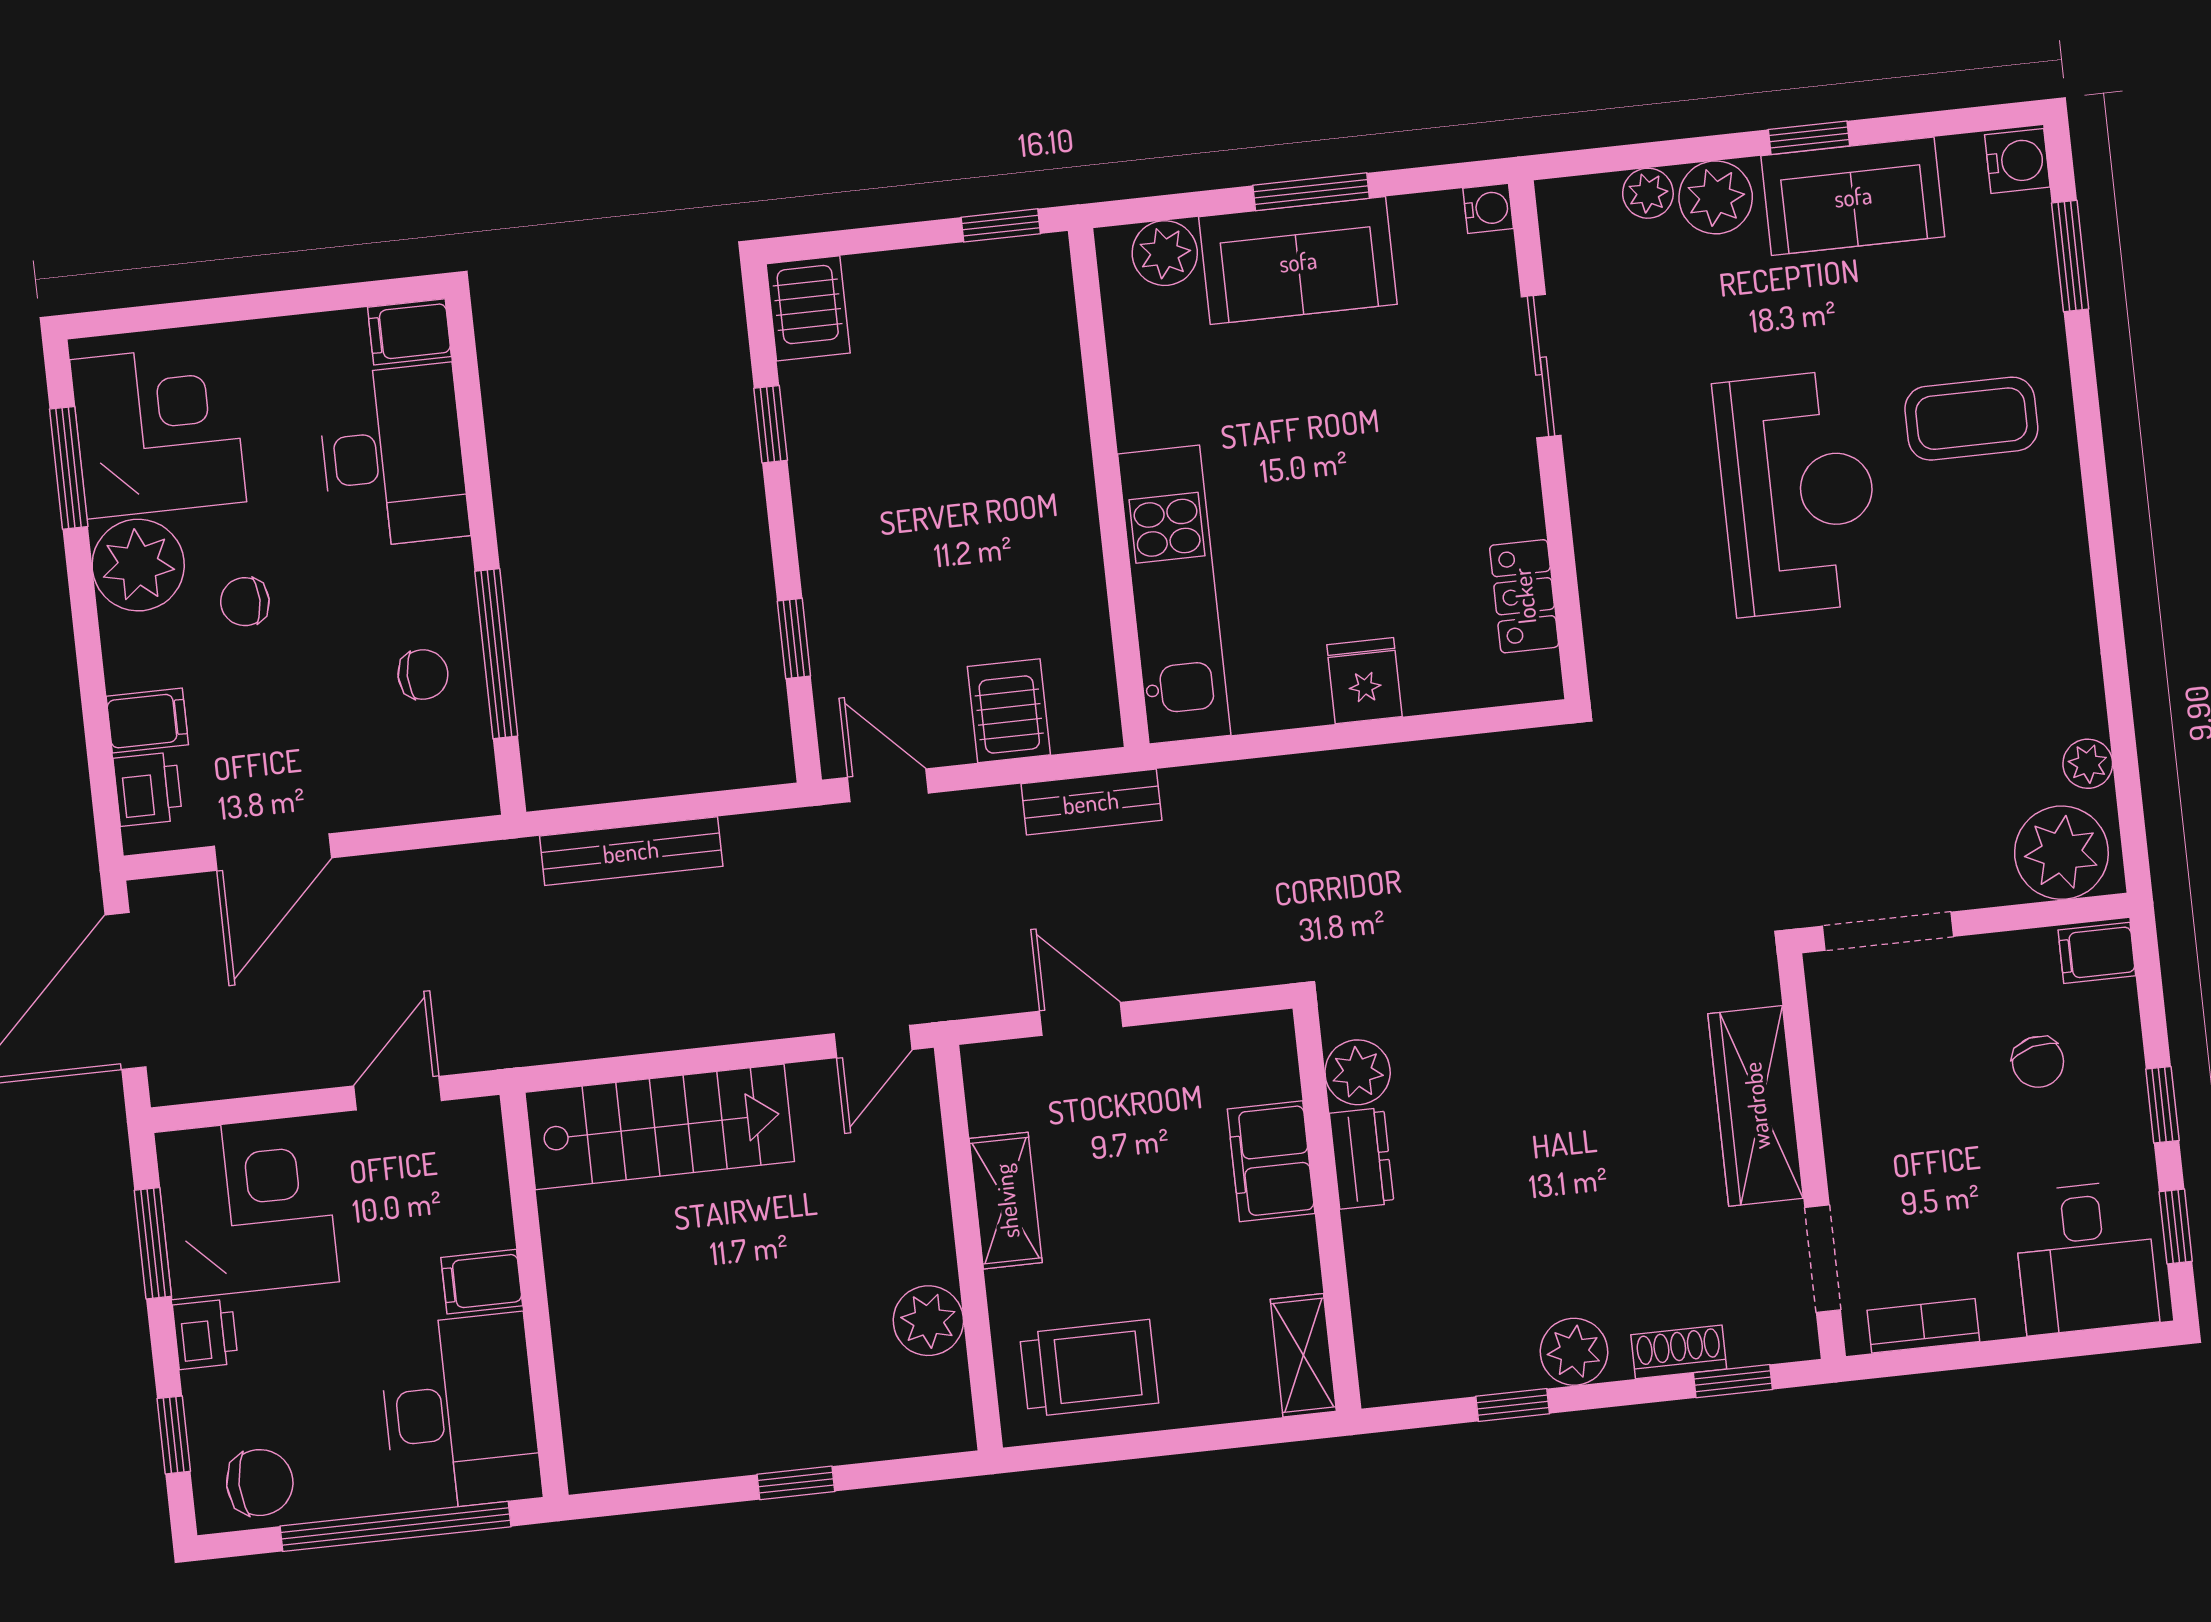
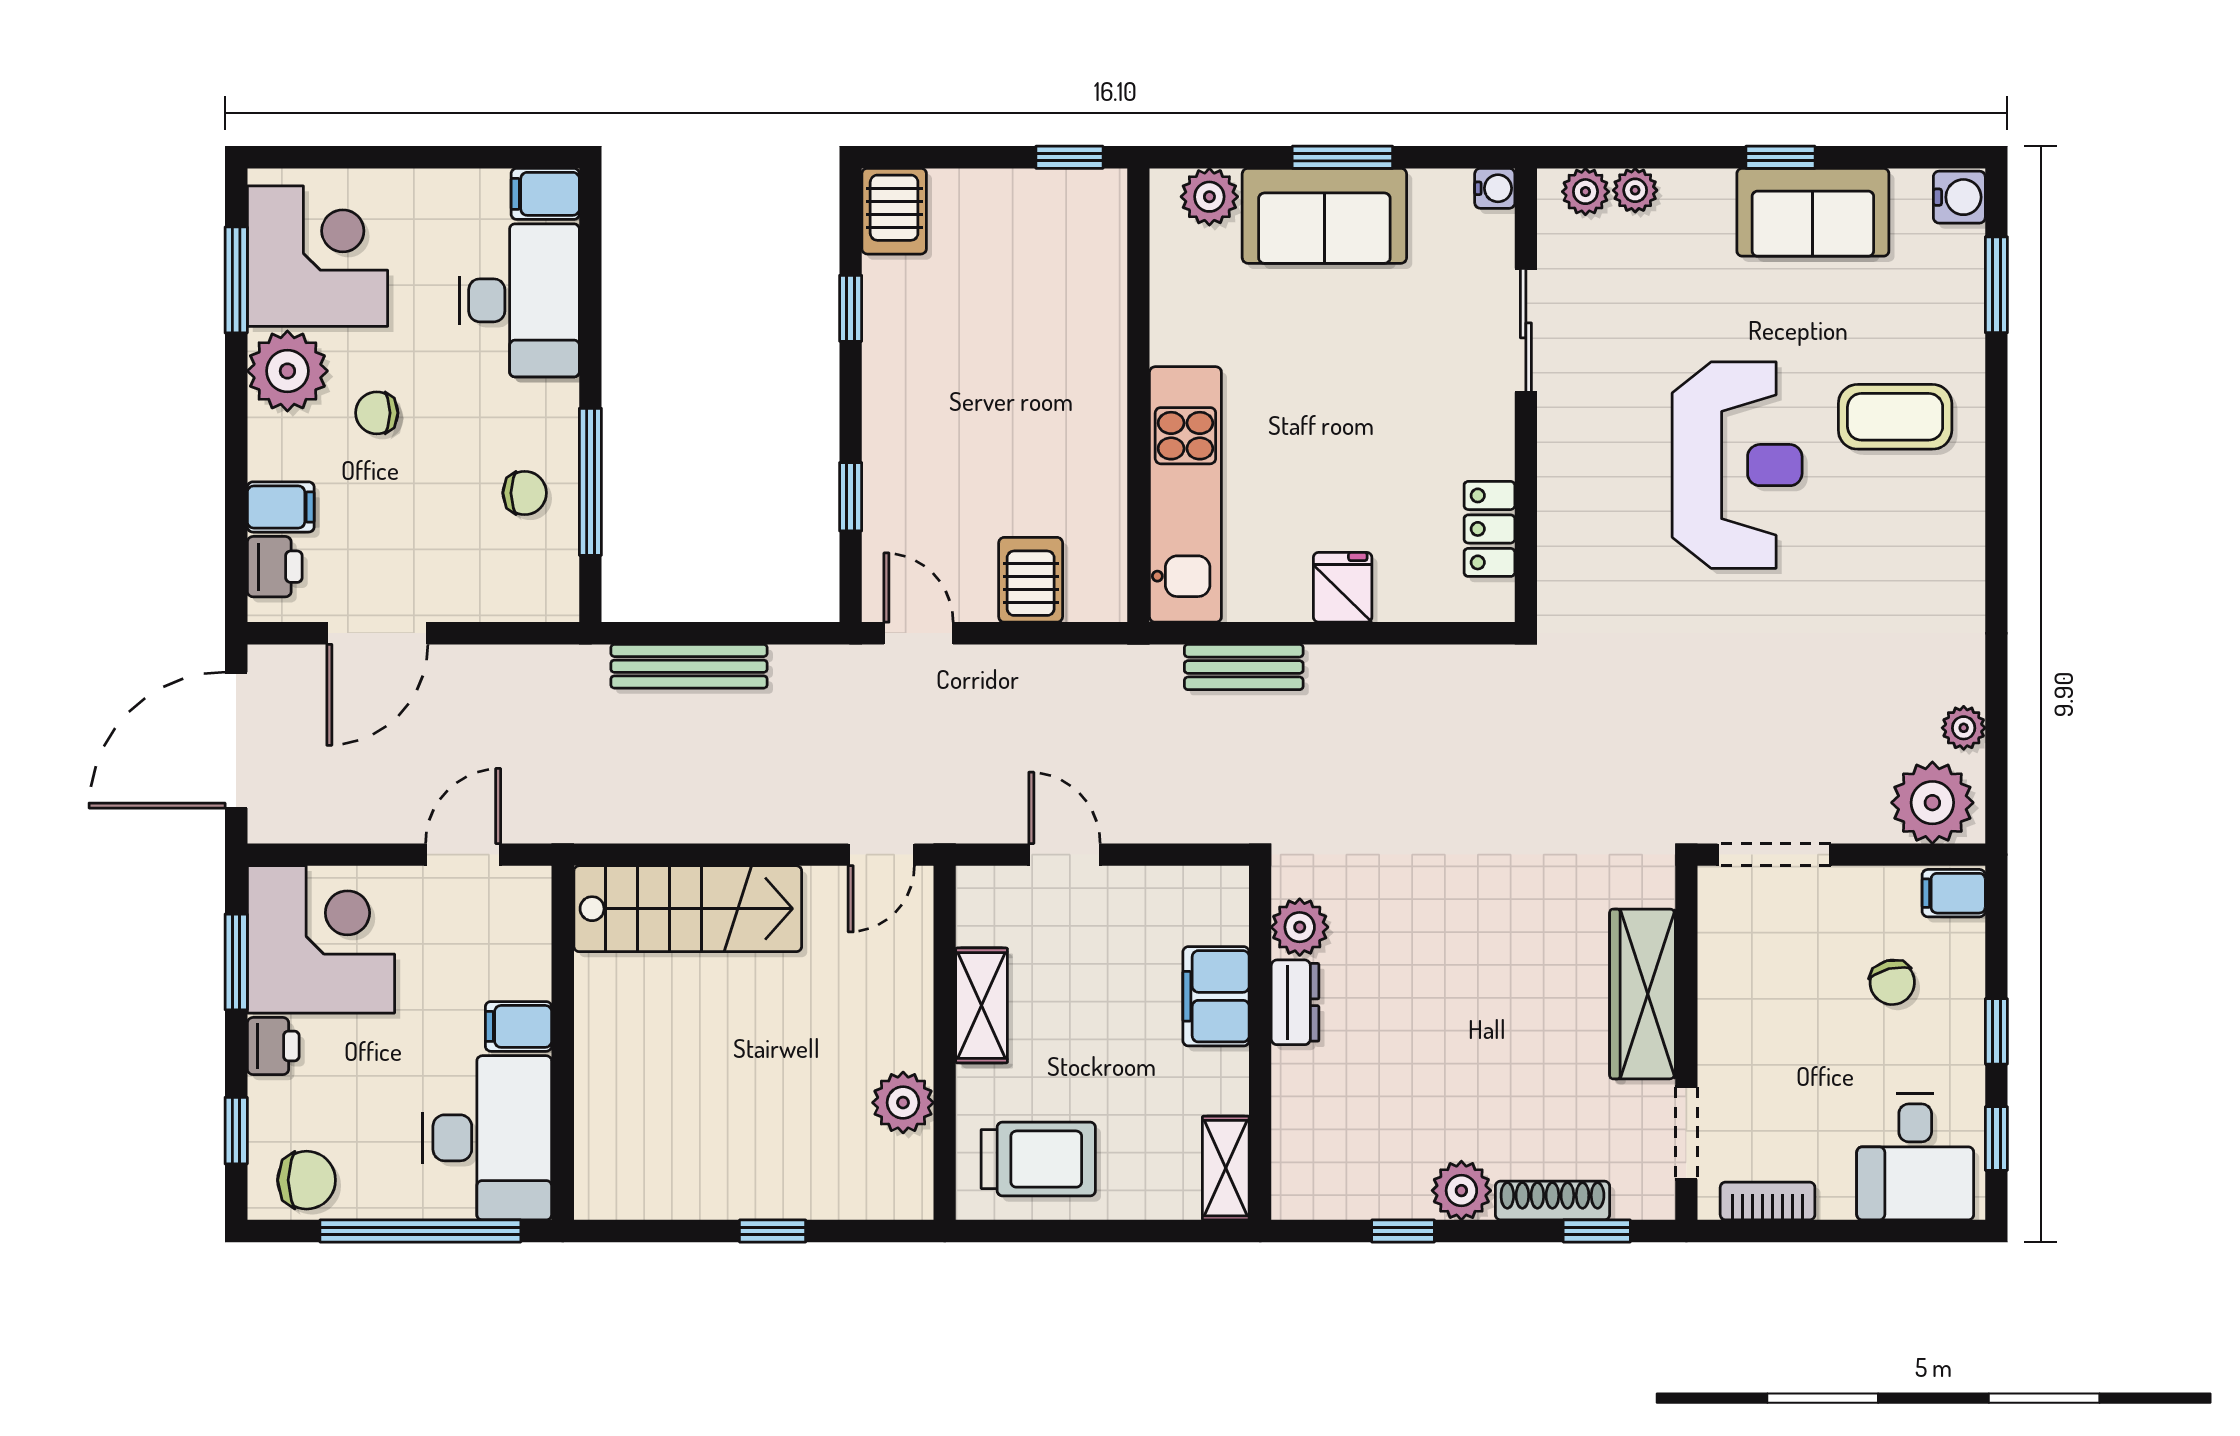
plant: (1716, 197) -> (1585, 192), moved, width x0.73, depth x0.73
bench: (1091, 802) -> (1244, 667), moved
shoe rack: (1679, 1352) -> (1552, 1201), width x1.43

